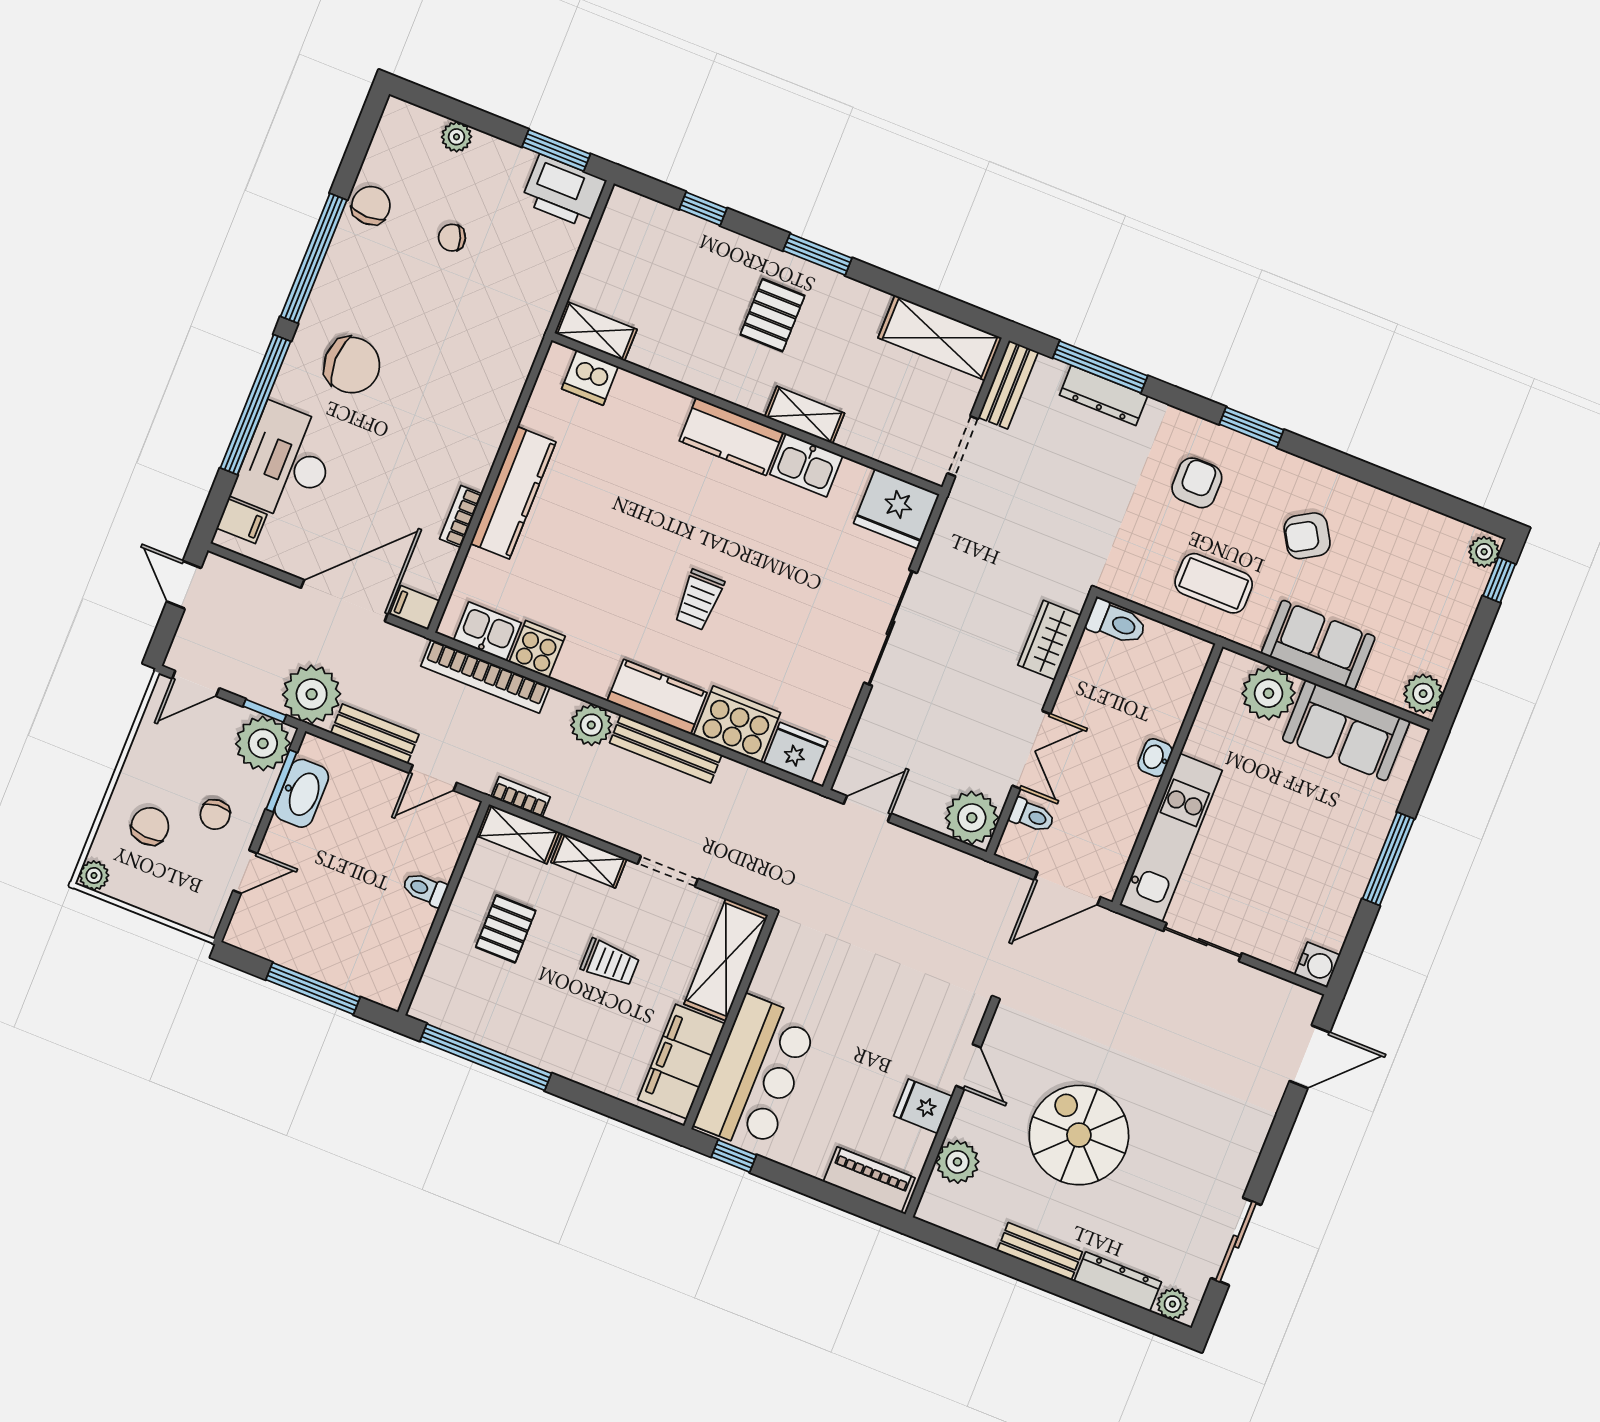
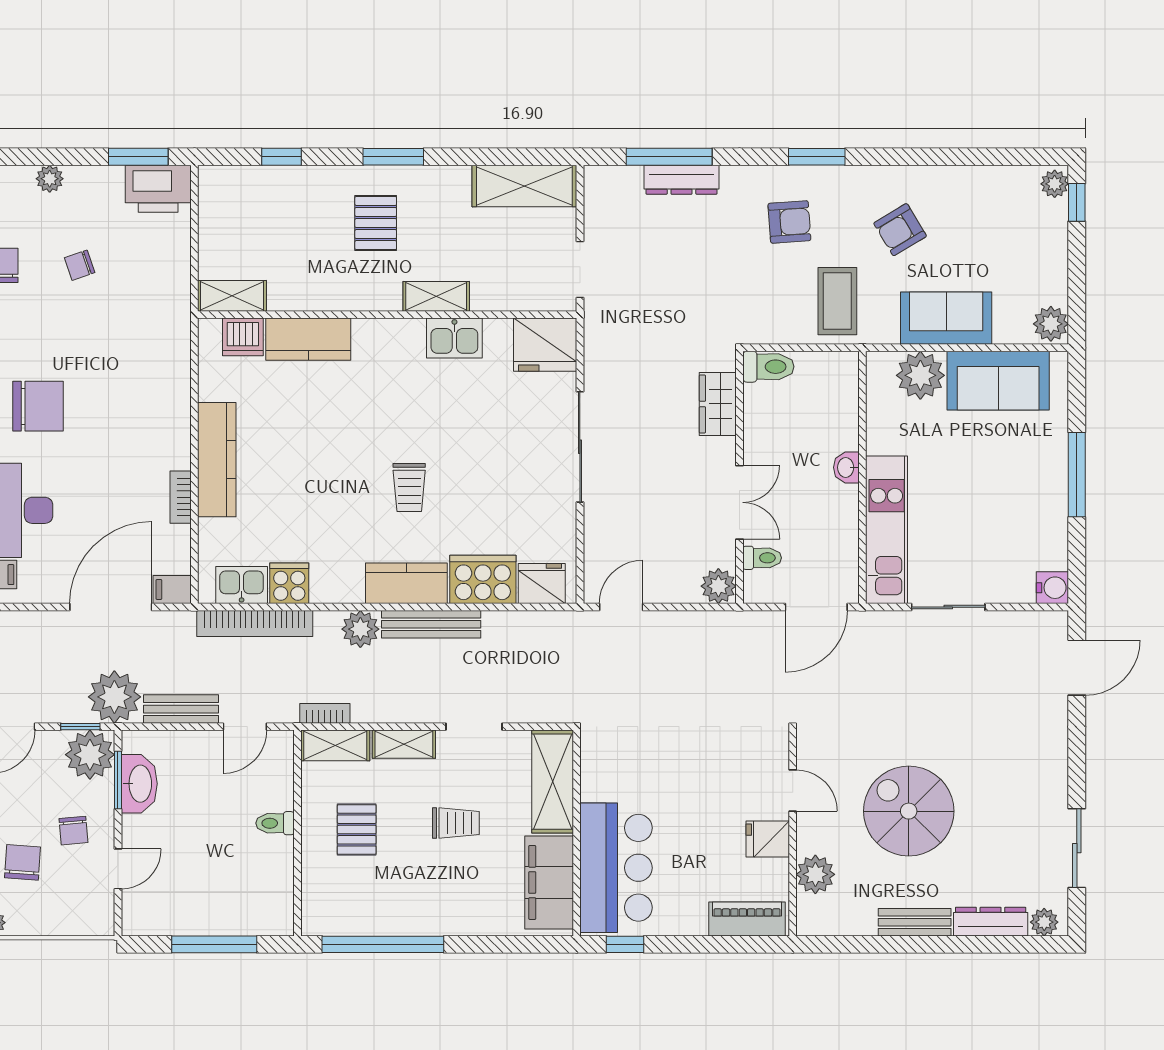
bench: (1008, 385) -> (598, 203), removed
kitchen counter: (731, 437) -> (308, 339), moved
armchair: (1197, 483) -> (789, 222), turned 86
coffee table: (1214, 583) -> (837, 301), turned 90
plant: (972, 818) -> (718, 586), width x0.73, depth x0.73

